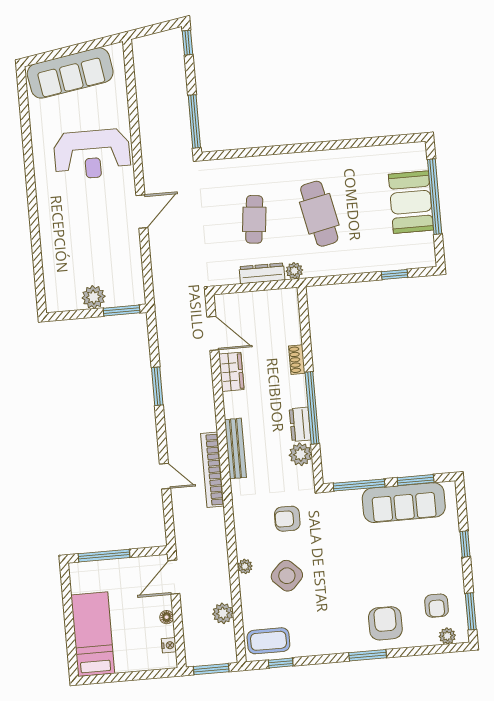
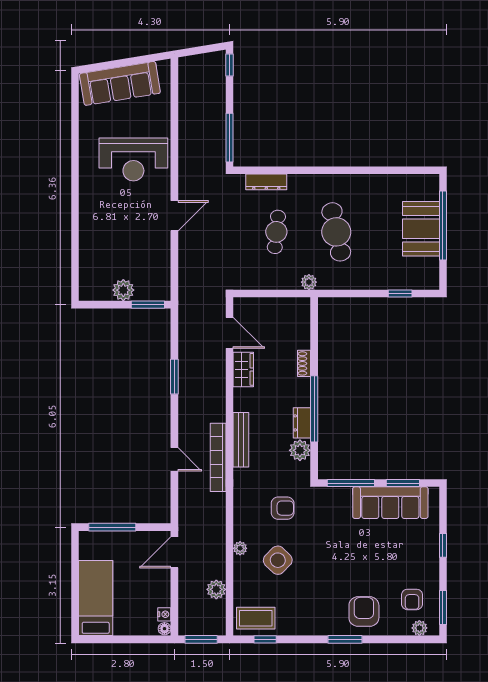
dresser: (262, 273) -> (266, 182), moved, turned 180
armchair: (287, 519) -> (283, 508), turned 180
floor lamp: (167, 617) -> (164, 629), moved

